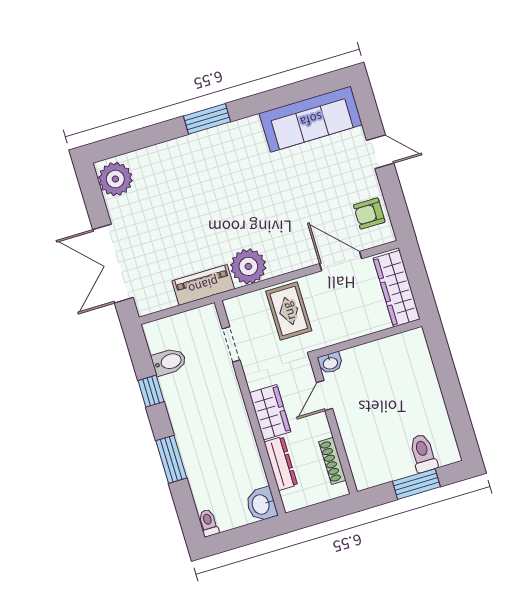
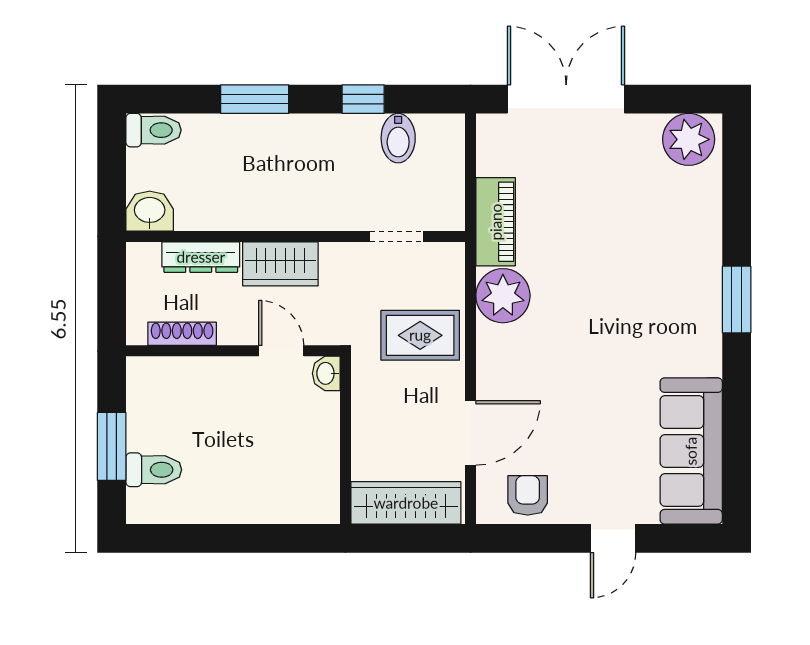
toilet: (208, 523) -> (153, 130), width x1.37, depth x1.39

